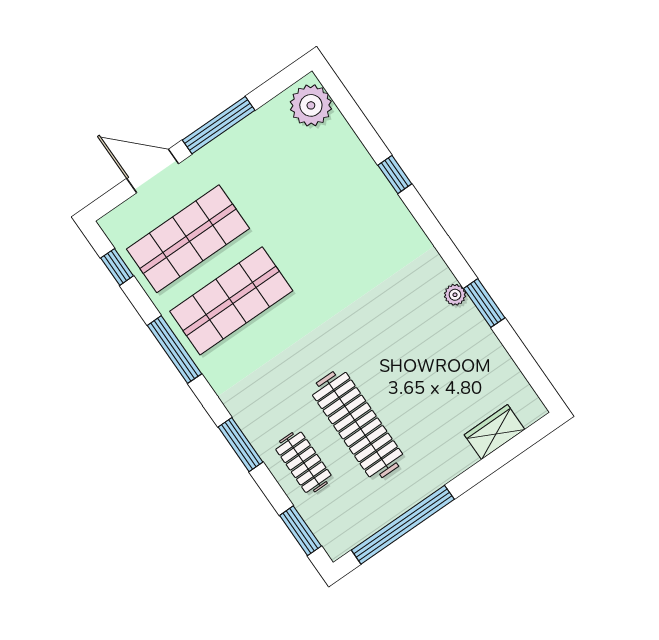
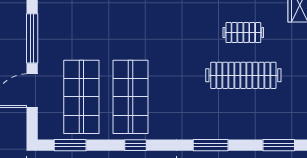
window: (117, 267) -> (70, 145), width x1.50
window: (174, 350) -> (135, 145), width x0.46
clothes rail: (303, 462) -> (243, 33), moved

